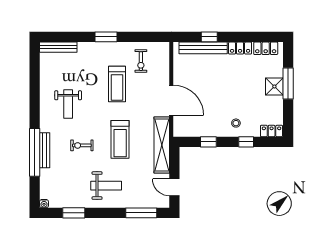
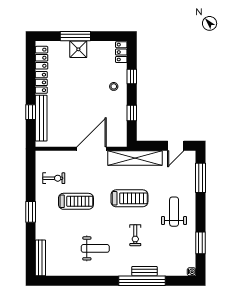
bench: (45, 150) -> (145, 271), width x0.73

